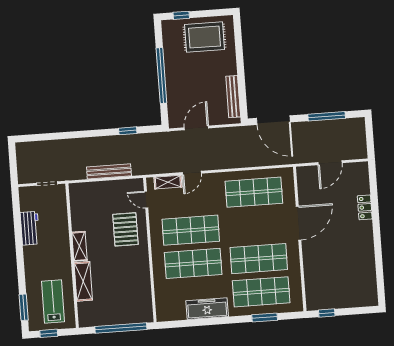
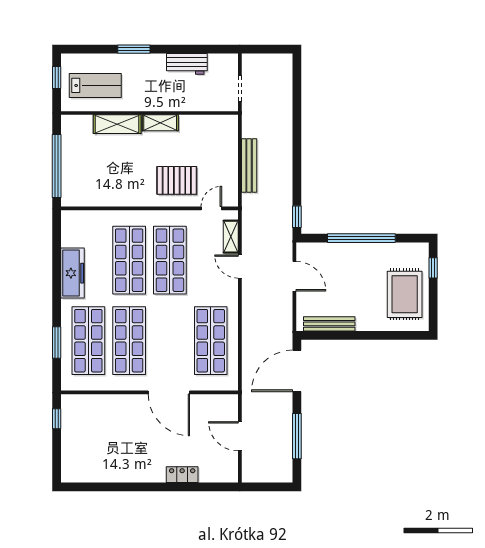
window: (128, 131) -> (297, 217), moved
window: (24, 307) -> (134, 49), moved

